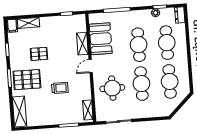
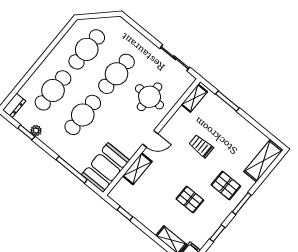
booth: (101, 39) -> (106, 168), moved
pallet: (27, 80) -> (226, 185), width x0.67, depth x0.71

